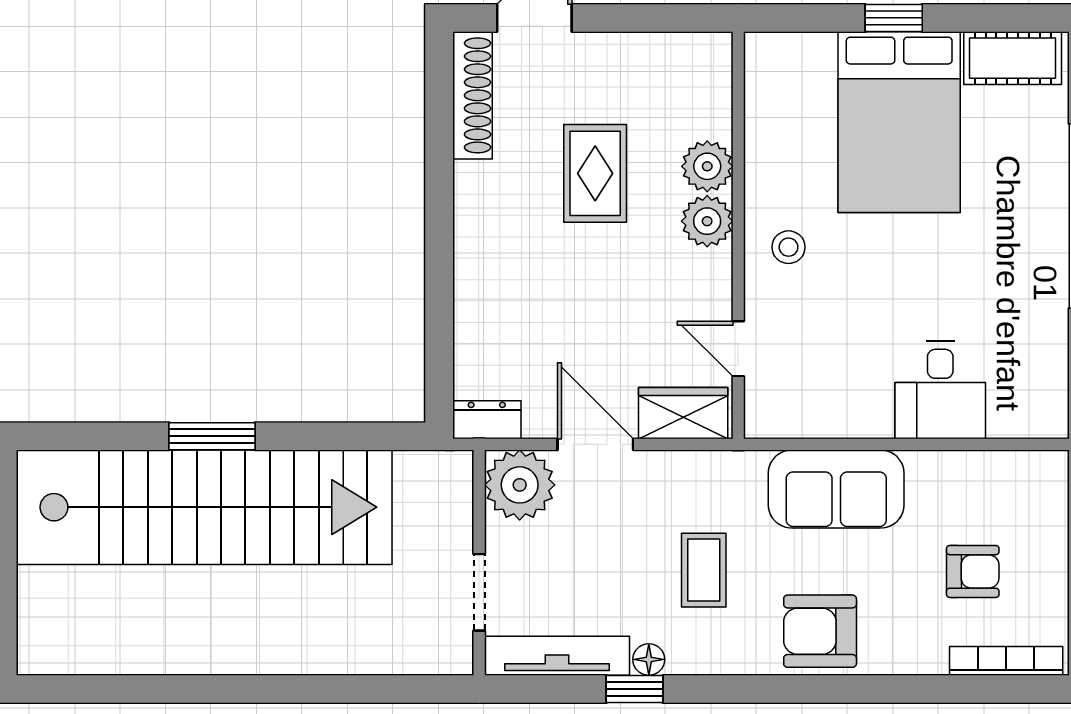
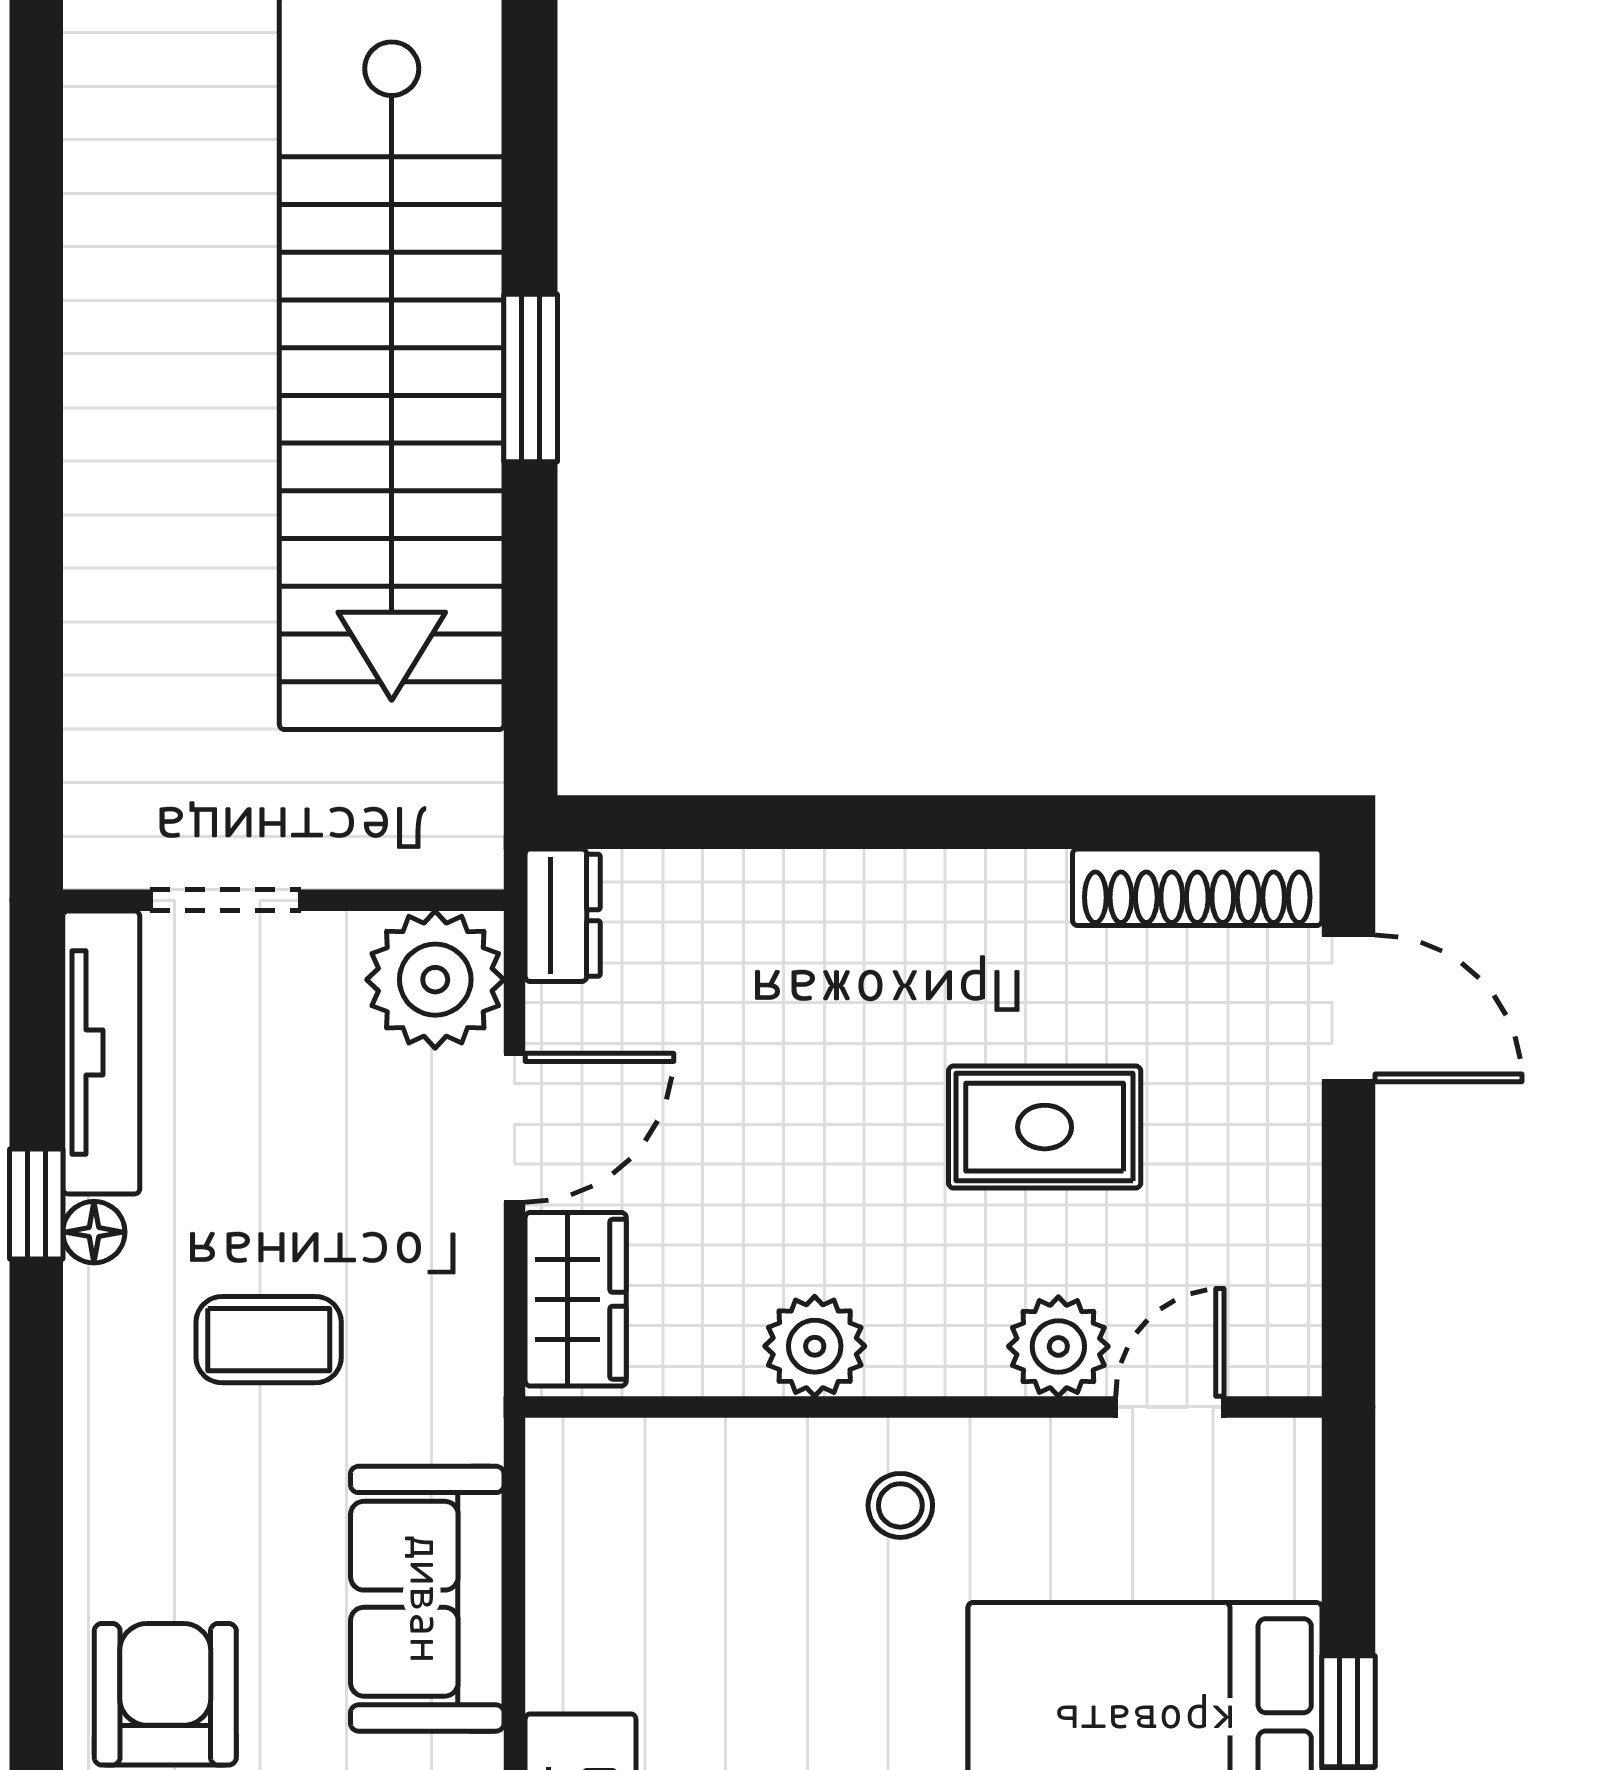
plant: (707, 221) -> (815, 1346), moved
door: (738, 349) -> (1170, 1407), moved
armchair: (820, 631) -> (165, 1694), moved

